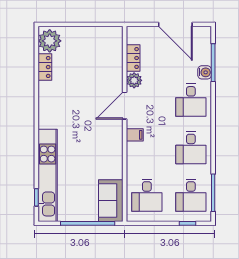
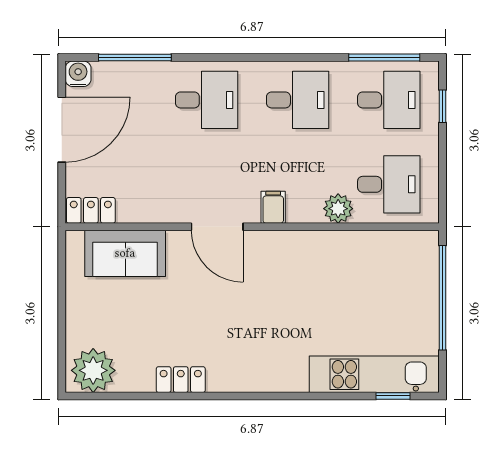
locker: (133, 58) -> (91, 210), moved
locker: (45, 67) -> (181, 380), moved
water cooler: (205, 72) -> (78, 74), moved
plant: (134, 80) -> (338, 209), moved
kitchen unit: (48, 175) -> (374, 374), width x0.73
sofa: (111, 201) -> (125, 253), moved

